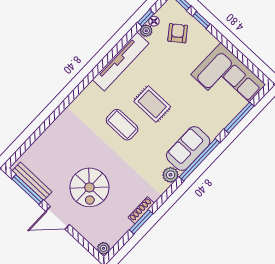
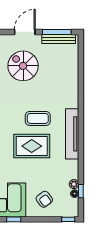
window: (201, 20) -> (14, 219), moved
armchair: (178, 33) -> (44, 199), moved
tv unit: (121, 61) -> (72, 134), moved
rug: (152, 104) -> (32, 146), width x1.36, depth x1.43

